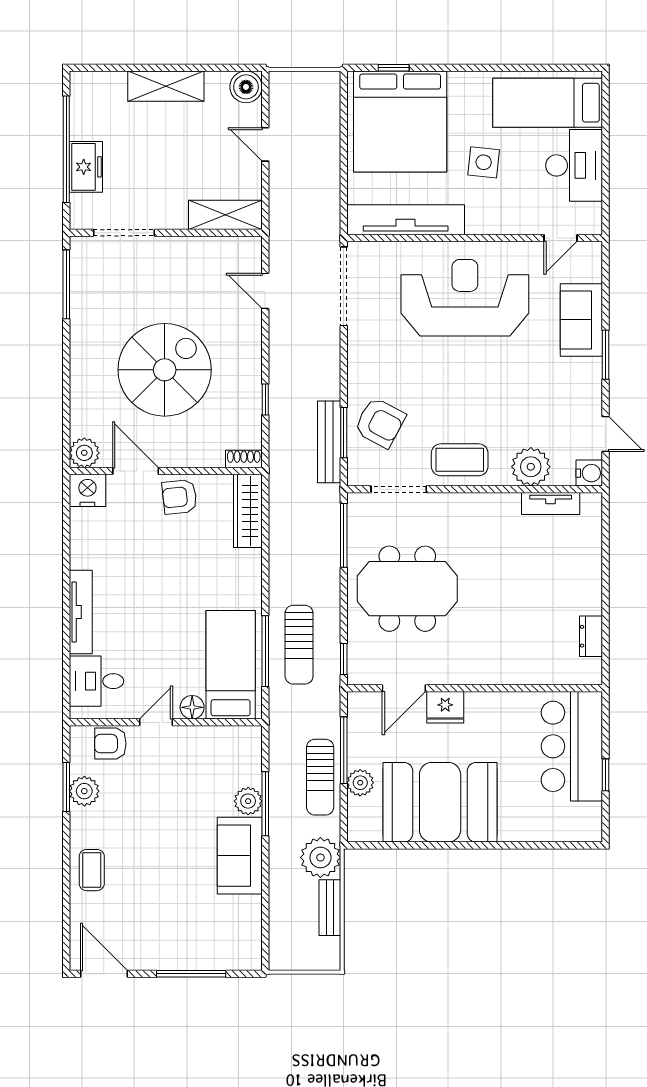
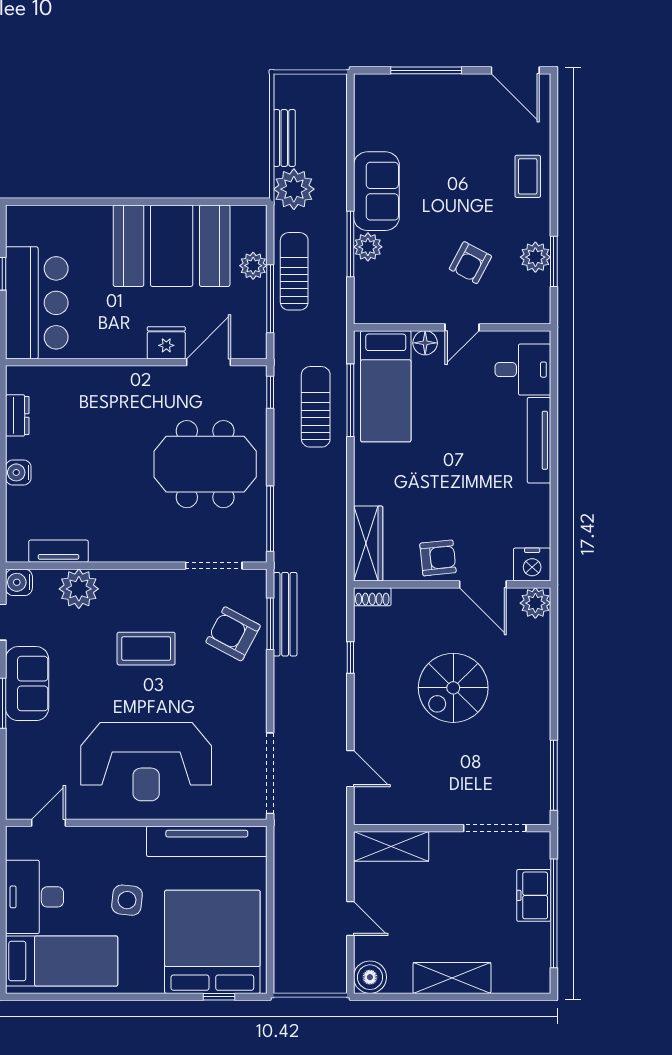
sofa: (581, 320) -> (27, 684), moved
spiral stairs: (165, 370) -> (453, 688), width x0.73, depth x0.73
coffee table: (460, 460) -> (146, 649), moved
water cooler: (590, 580) -> (18, 472), added
armchair: (110, 744) -> (470, 263), moved, turned 118

